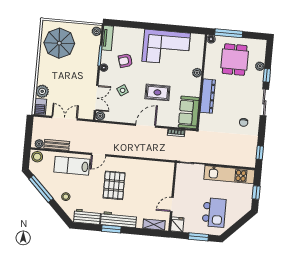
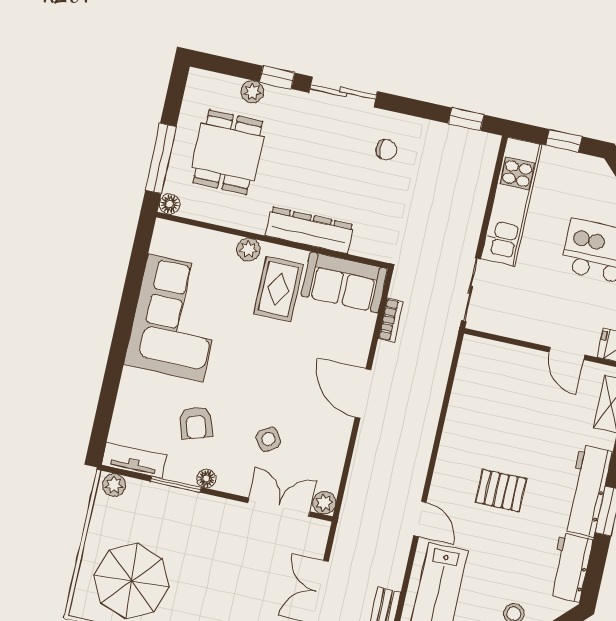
dining table: (235, 60) -> (228, 152), turned 90
rug: (157, 92) -> (278, 289), moved
pallet: (114, 185) -> (501, 491), width x0.67, depth x0.71

